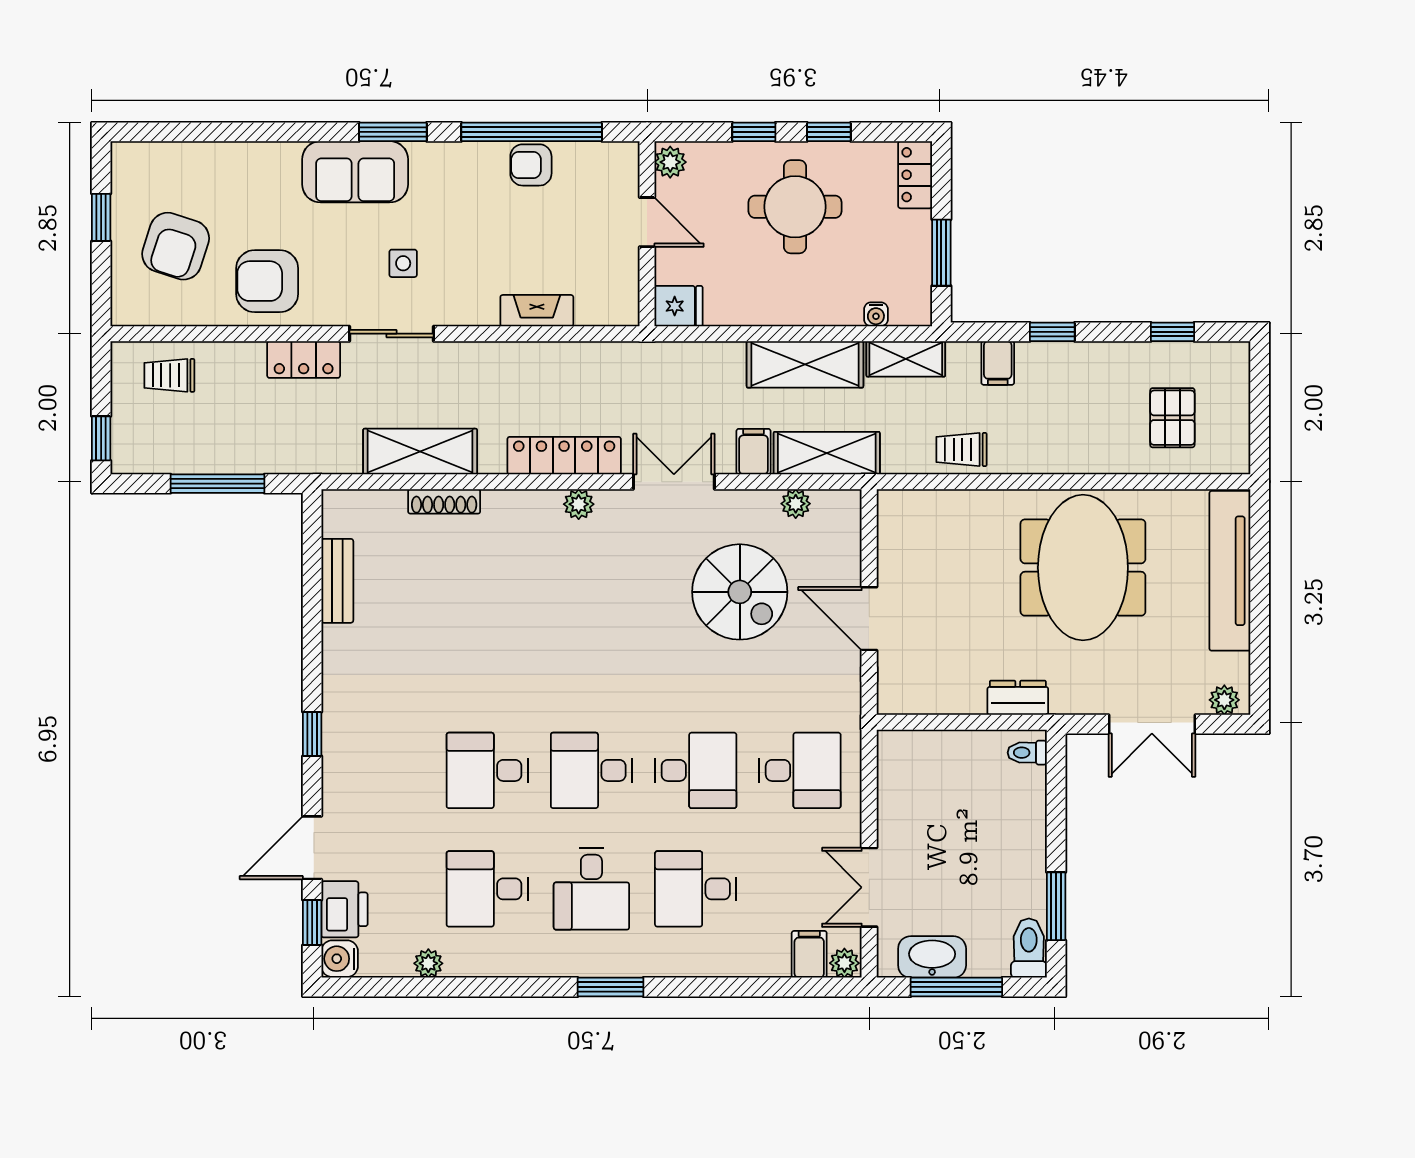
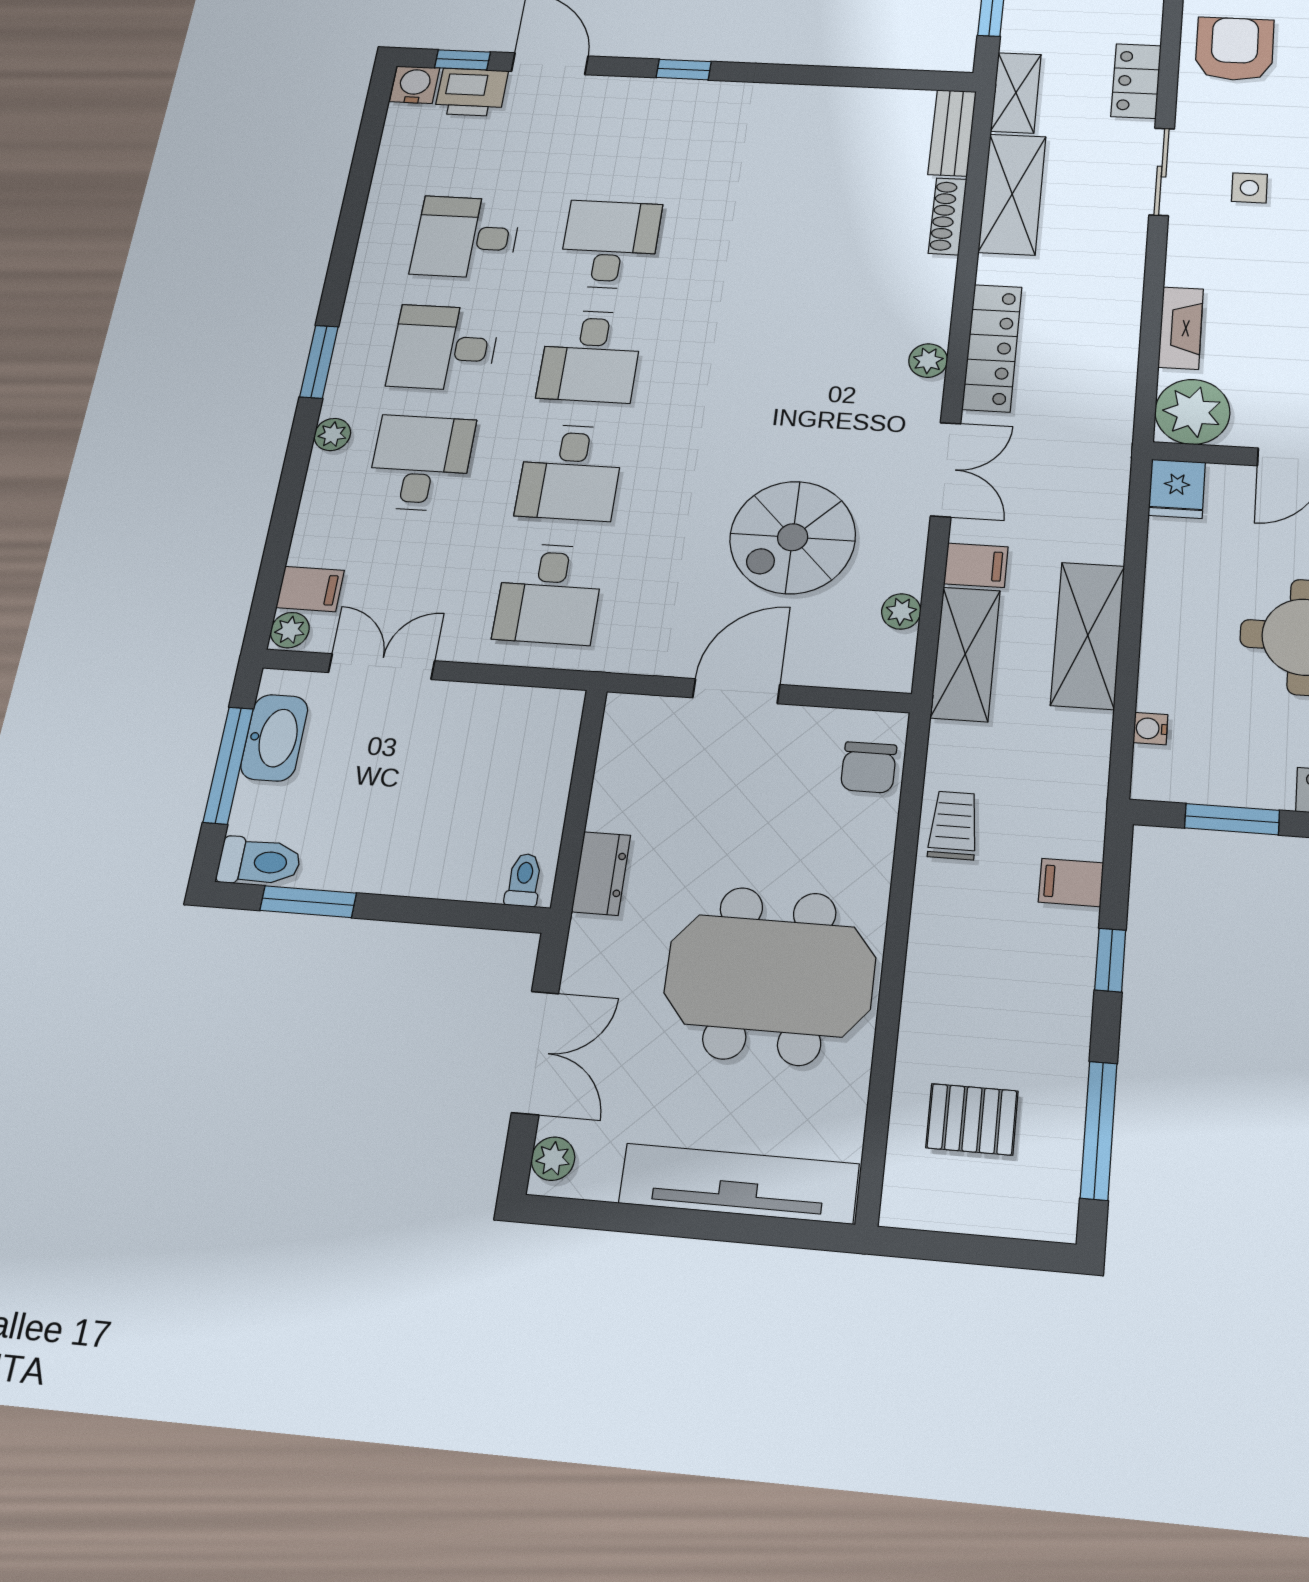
plant: (611, 298) -> (1192, 412), added
window: (1172, 332) -> (1099, 1130), width x2.17
shelving: (906, 359) -> (1016, 93), moved
chair: (922, 515) -> (869, 767), added
bench: (337, 581) -> (952, 133), moved, turned 90
double door: (1152, 724) -> (535, 1053), swing flipped
desk: (591, 770) -> (590, 356), turned 180
desk: (487, 889) -> (466, 237), turned -90
plant: (428, 963) -> (332, 434), moved

